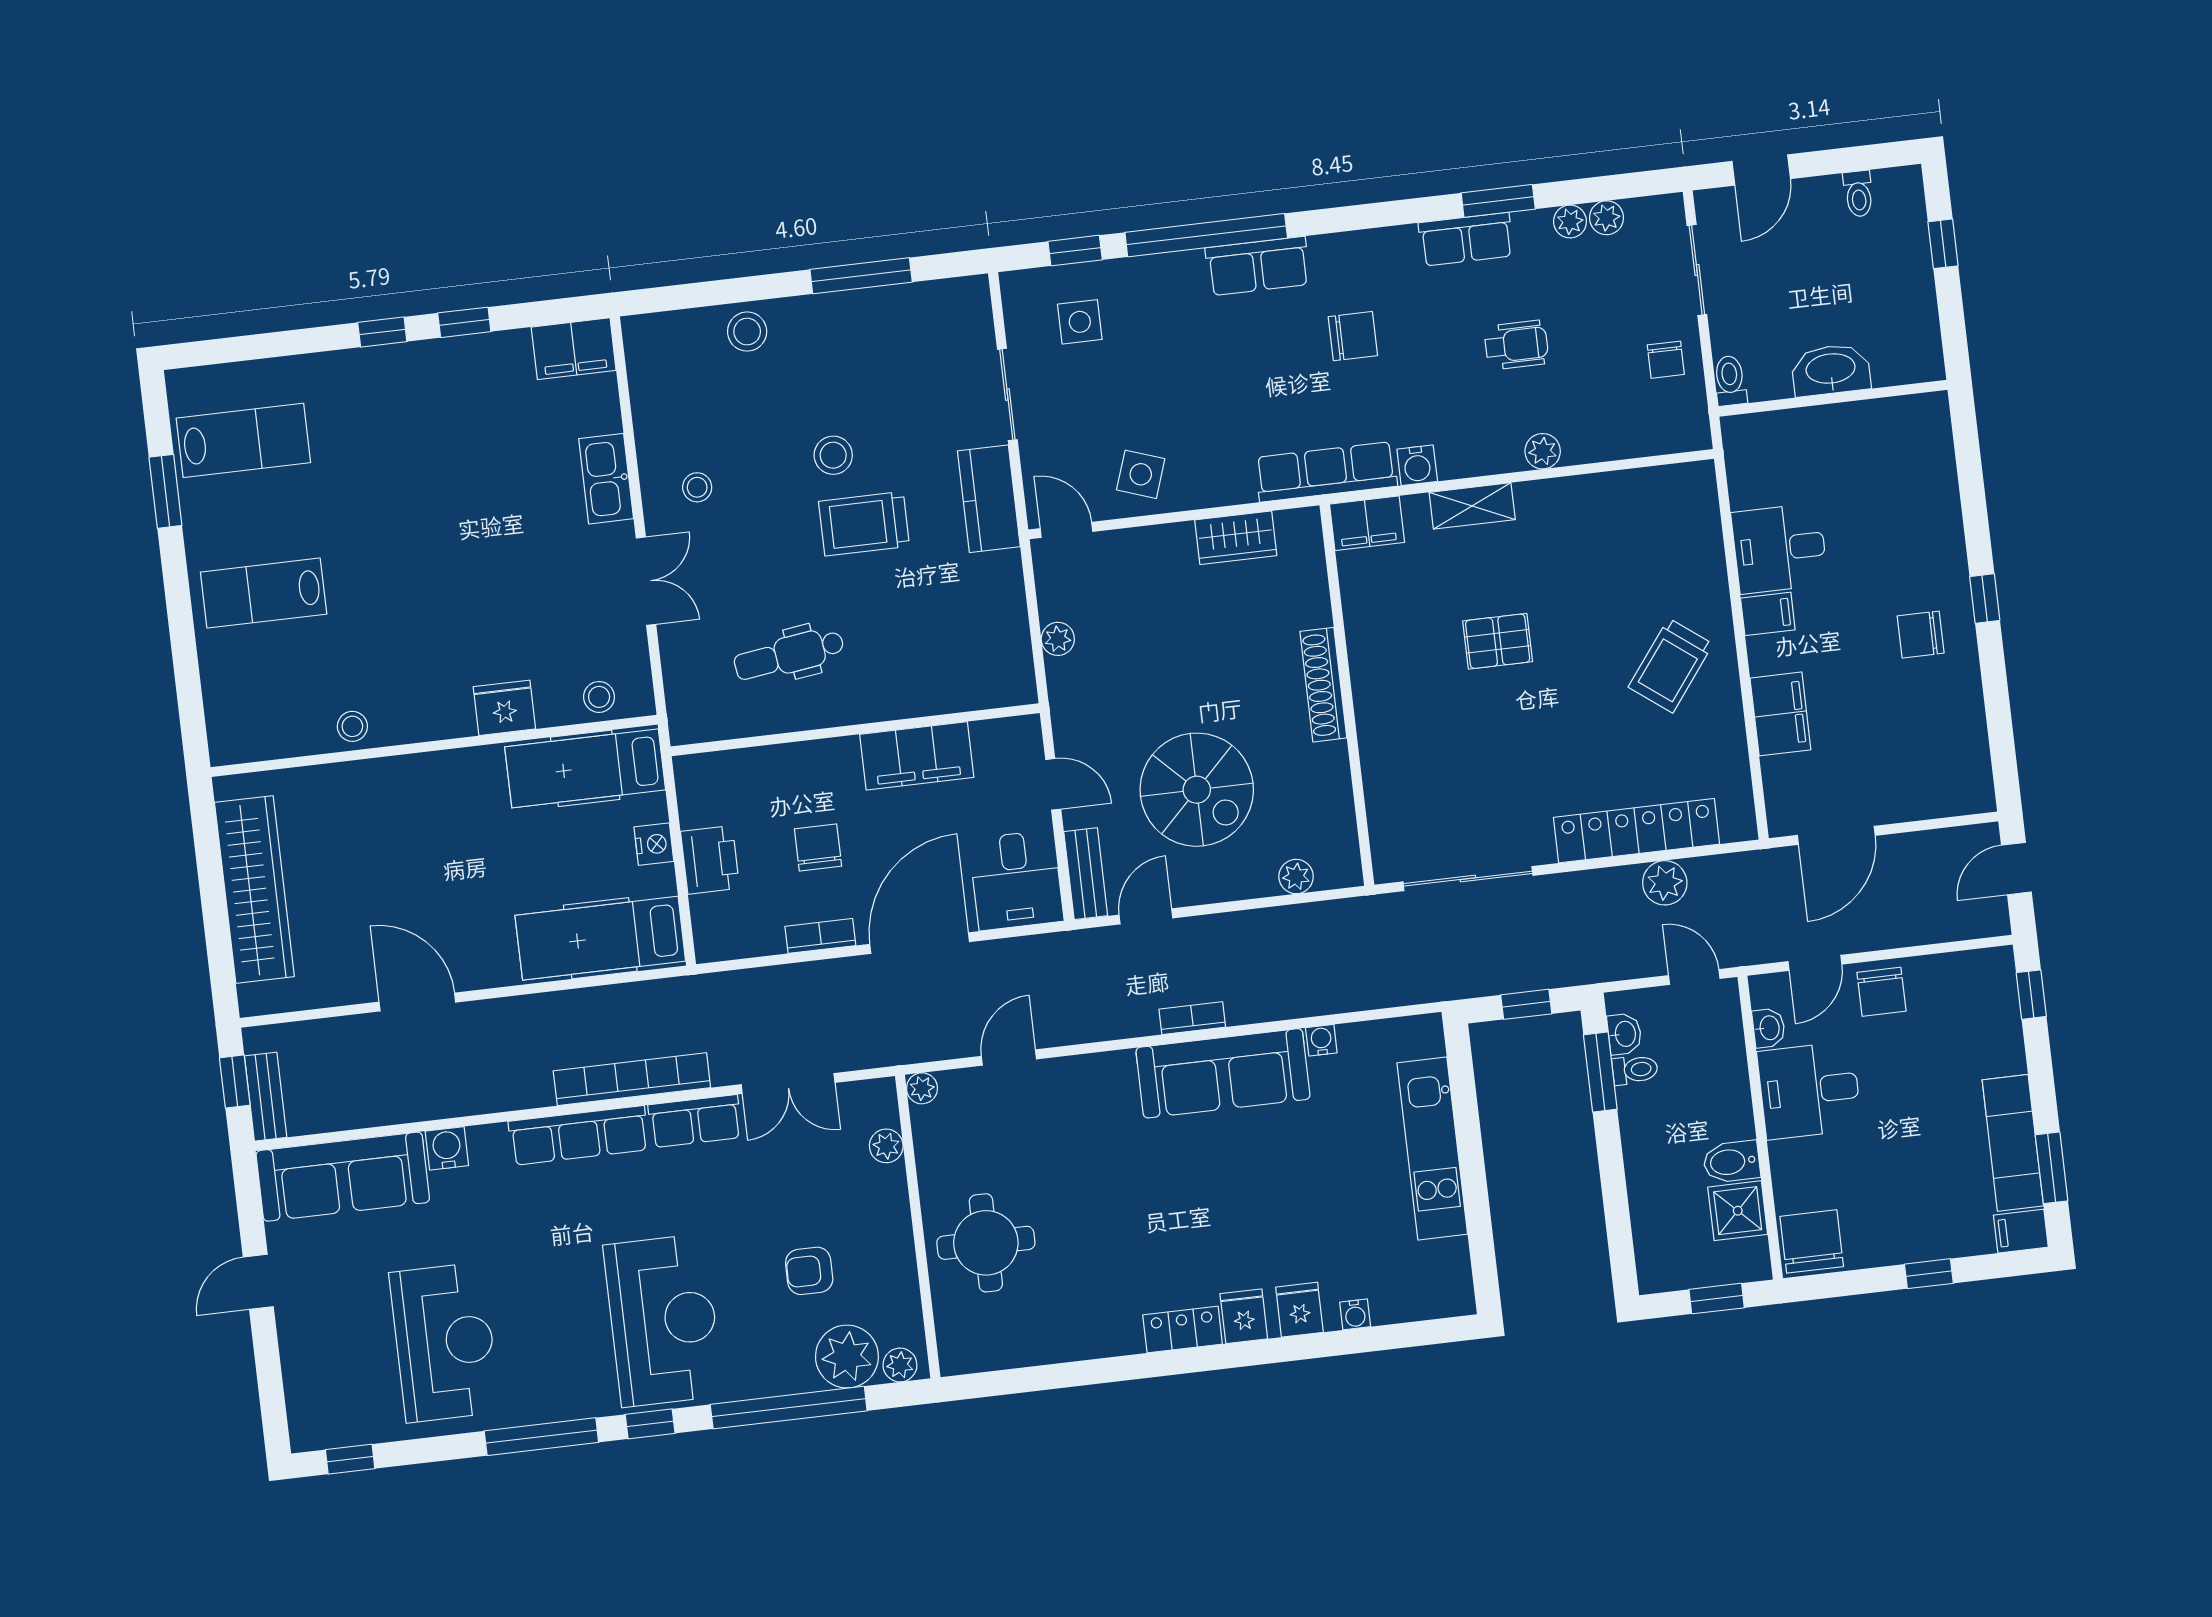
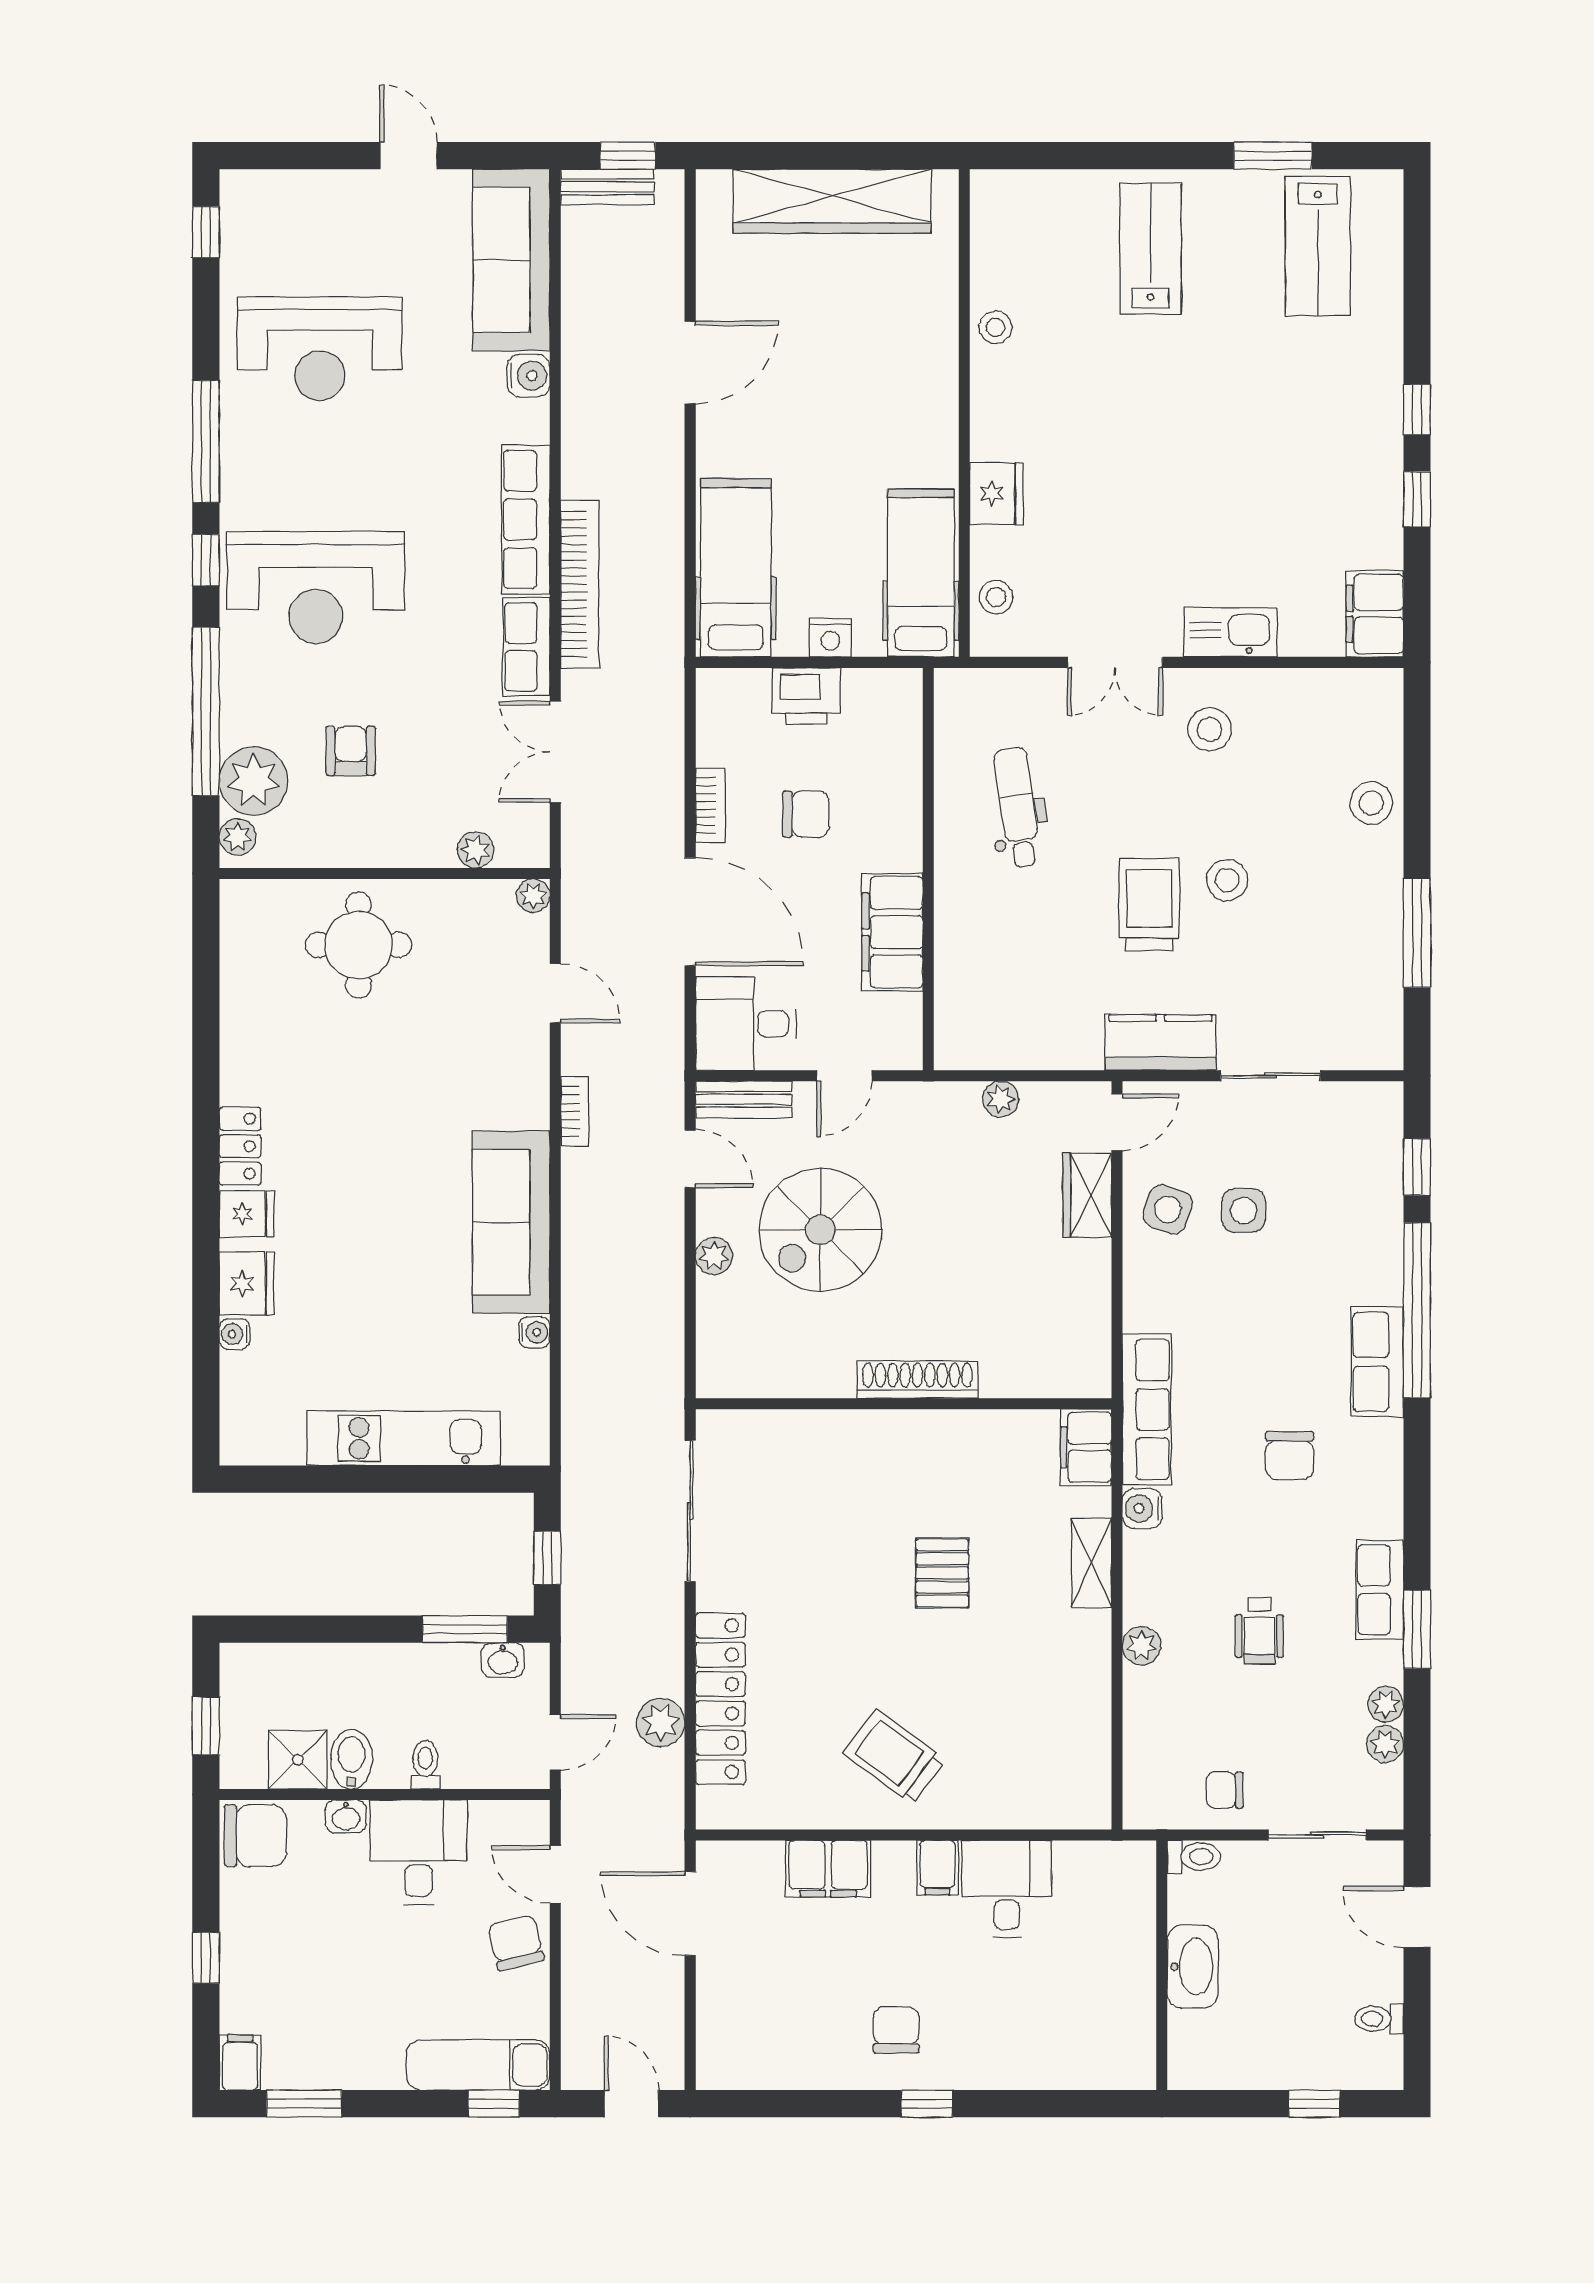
side table: (1080, 322) -> (1244, 1211), moved
stool: (697, 487) -> (1210, 729), width x1.37, depth x1.37
wardrobe: (1236, 538) -> (1087, 1195), moved
plant: (1296, 877) -> (714, 1256), moved
chair: (1881, 992) -> (516, 1942), turned 76
bookcase: (1192, 1018) -> (575, 1112), moved
washbasin: (1769, 1028) -> (346, 1816), moved
toilet: (1635, 1070) -> (425, 1765), moved, turned 180
exam couch: (2013, 1143) -> (478, 2065), moved
fridge: (1300, 1310) -> (247, 1284), width x1.38

